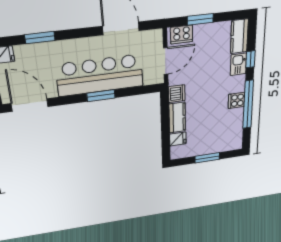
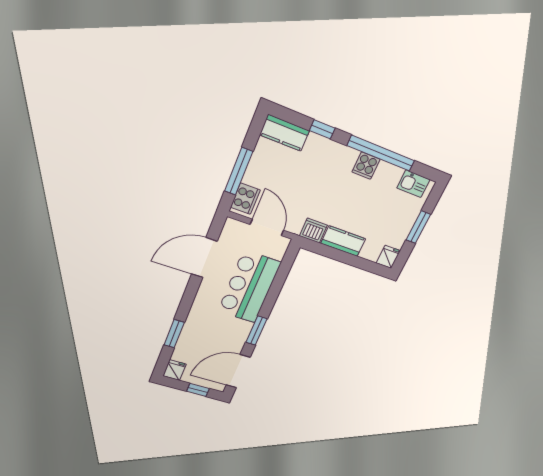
window: (200, 19) -> (239, 171), width x1.44
kitchen sink: (238, 64) -> (413, 184), moved
bar counter: (100, 75) -> (249, 287), width x0.73
window: (101, 96) -> (256, 331), moved
fridge: (178, 139) -> (388, 257), moved

